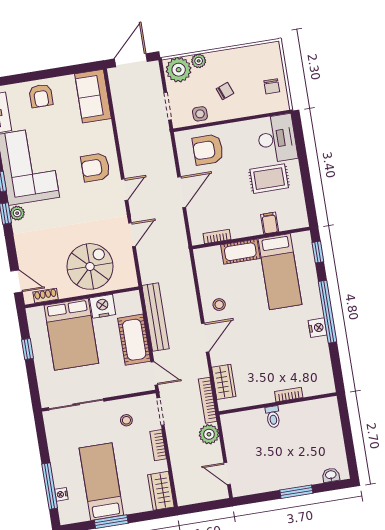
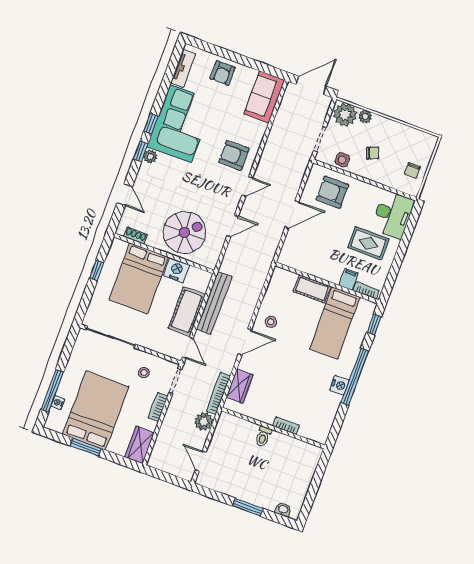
bookcase: (217, 236) -> (366, 290), moved
door: (16, 281) -> (125, 195), moved
bed: (101, 482) -> (96, 410), width x1.50

